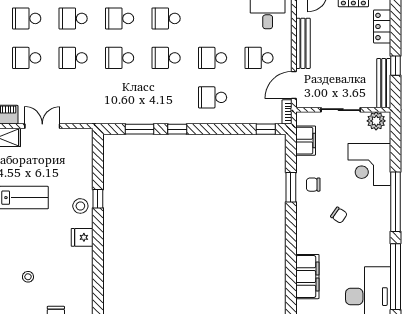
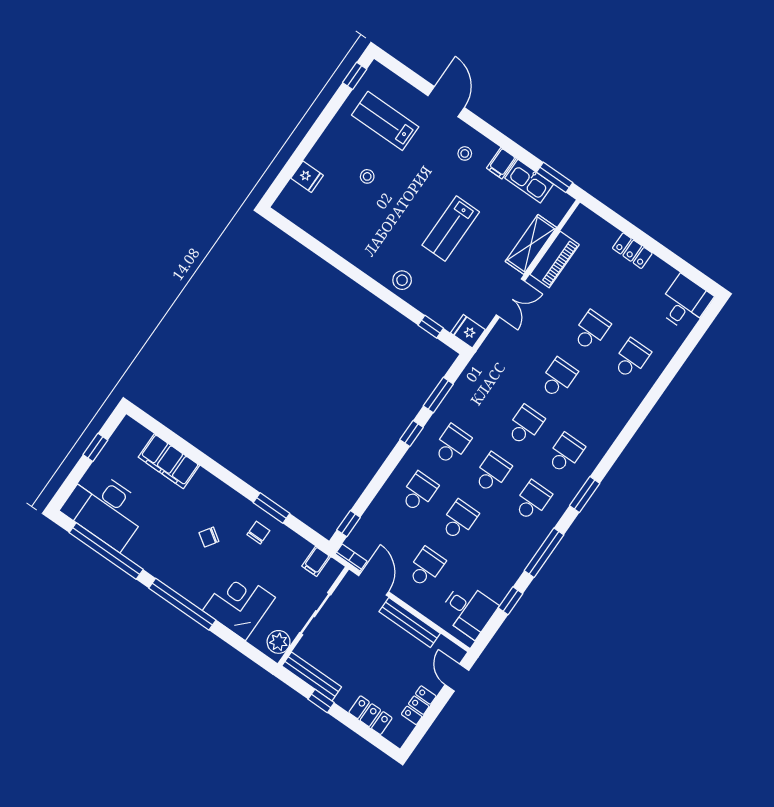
school desk: (73, 18) -> (452, 445), moved
filing cabinet: (306, 141) -> (316, 561), width x0.50
window: (98, 199) -> (431, 327), moved
fridge: (82, 237) -> (468, 331), moved, turned -90

